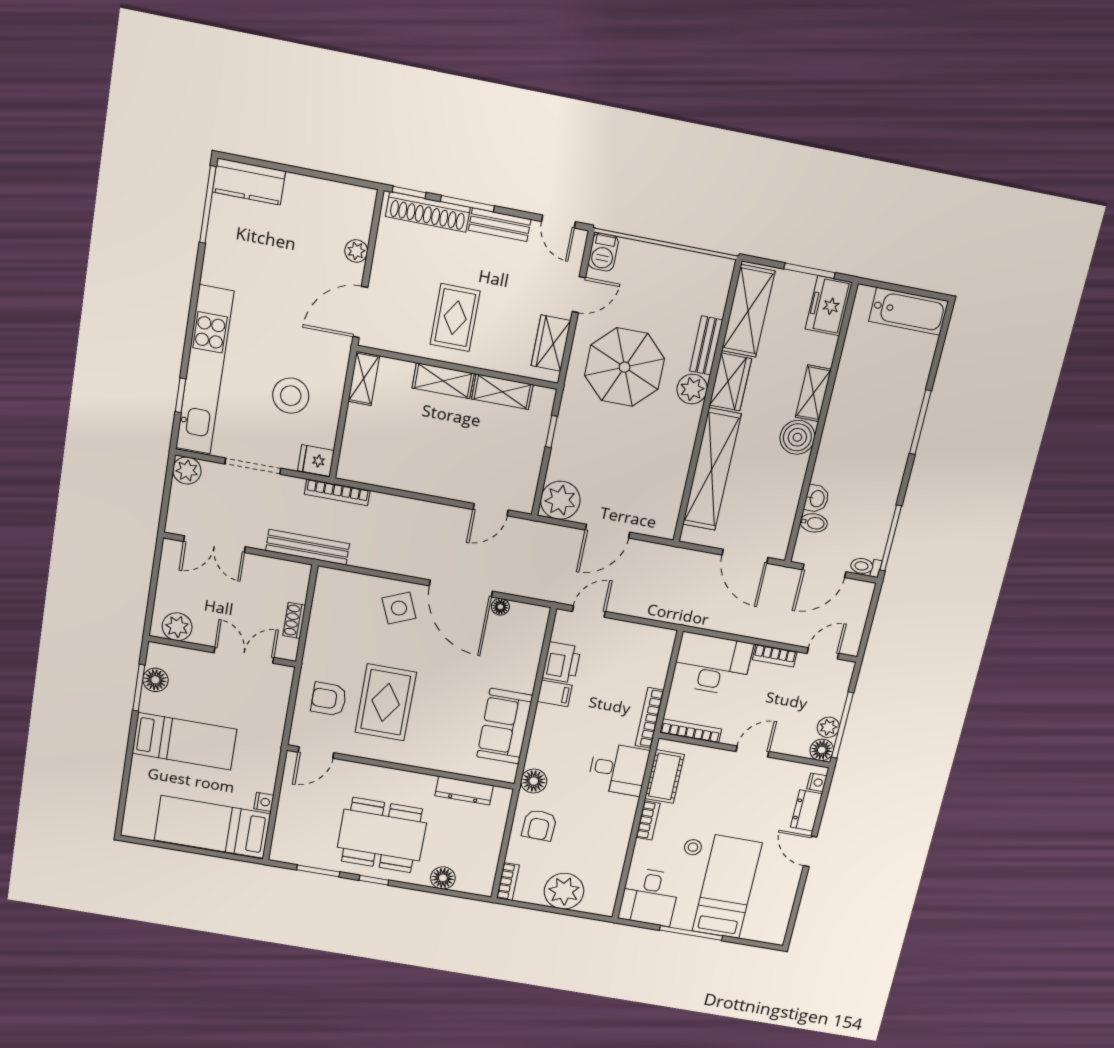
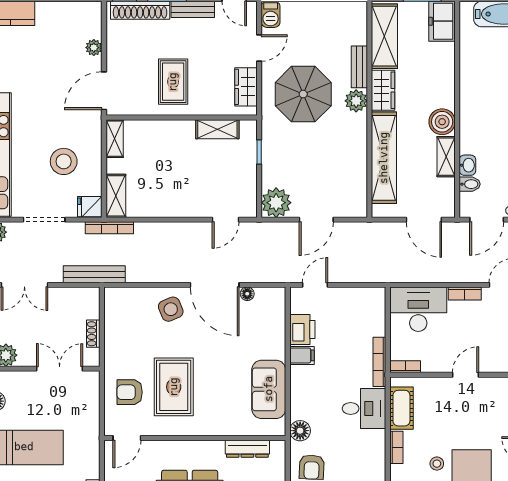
shelving: (443, 381) -> (116, 196), moved, turned 90
shelving: (813, 393) -> (446, 157), moved
bookcase: (691, 731) -> (405, 367), width x0.64

